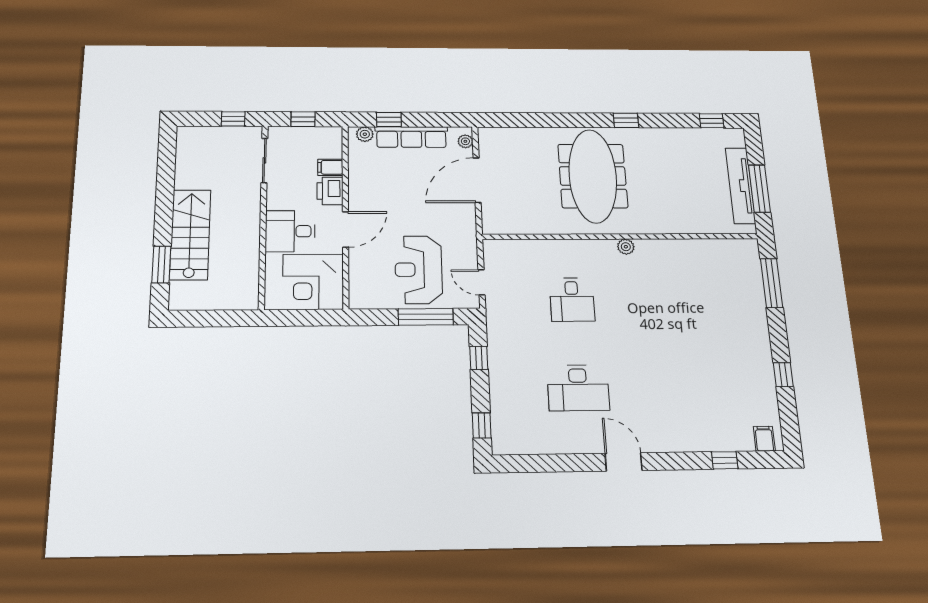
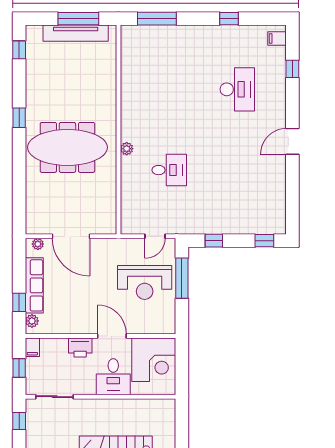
filing cabinet: (330, 167) -> (32, 347), moved
plant: (626, 247) -> (127, 149), moved
desk: (578, 388) -> (237, 89), moved

